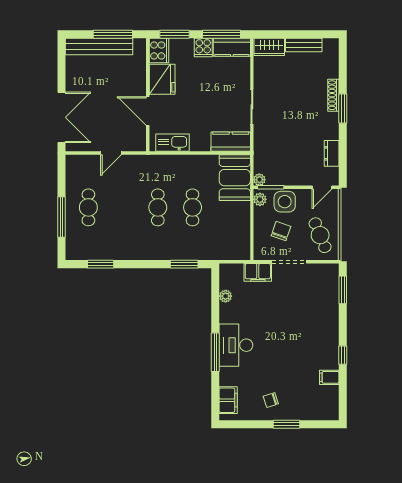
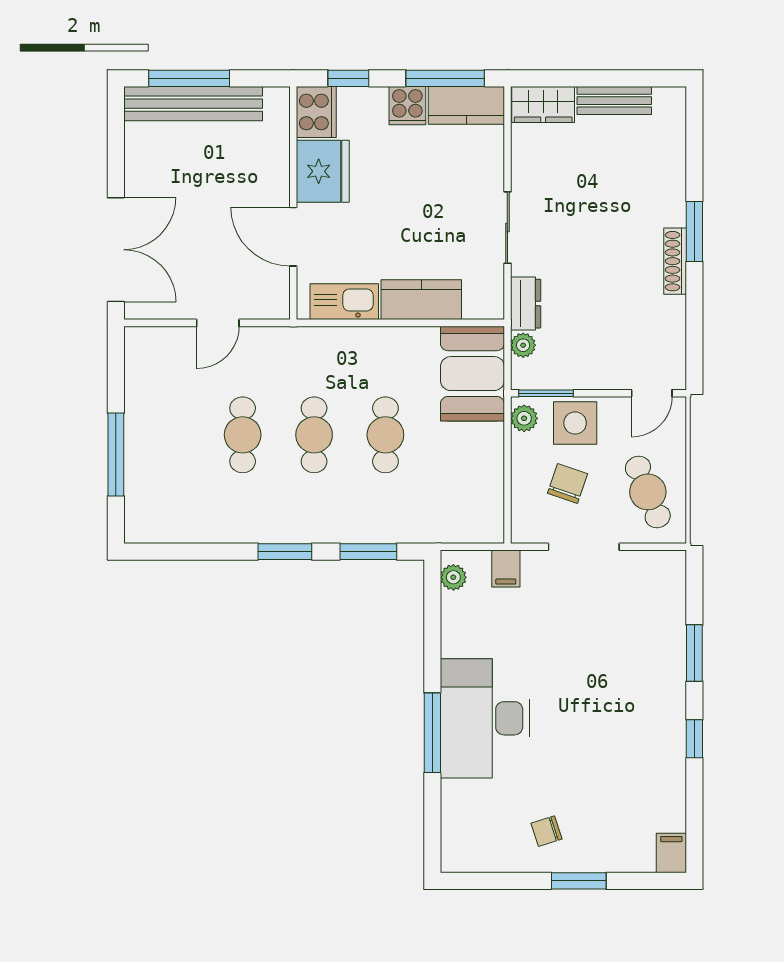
window: (113, 34) -> (189, 78), moved
window: (174, 34) -> (348, 78), width x0.67
shoe rack: (333, 95) -> (675, 261), moved
kitchen counter: (231, 142) -> (421, 300), moved
dresser: (332, 153) -> (526, 304), moved, turned 180
plant: (259, 180) -> (523, 345), moved
cafe table: (88, 207) -> (243, 435), moved
window: (101, 264) -> (285, 552), moved
filing cabinet: (258, 272) -> (506, 569), width x0.50
window: (343, 290) -> (694, 653), moved
plant: (226, 296) -> (453, 577), moved
desk: (236, 345) -> (485, 718), width x1.36, depth x1.30
filing cabinet: (329, 377) -> (671, 853), moved, turned 90
filing cabinet: (228, 400) -> (459, 831), removed

